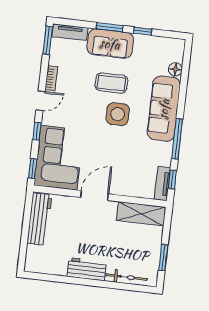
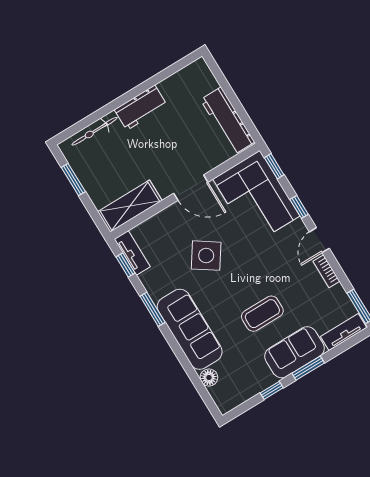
side table: (118, 114) -> (206, 256), moved, turned 34
window: (177, 139) -> (153, 309), width x0.69
door: (95, 196) -> (191, 188), hinge flipped

